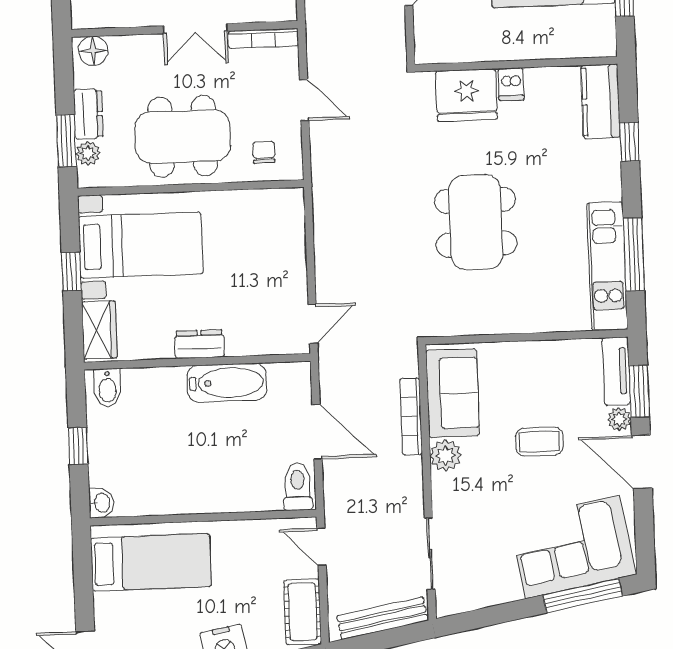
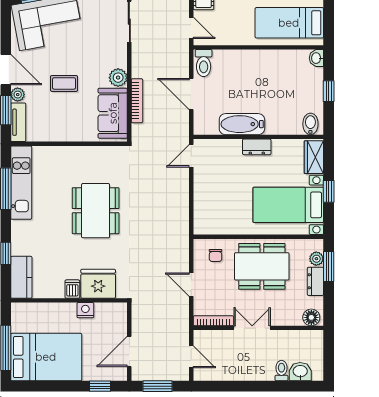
nightstand: (487, 48) -> (85, 310), added

